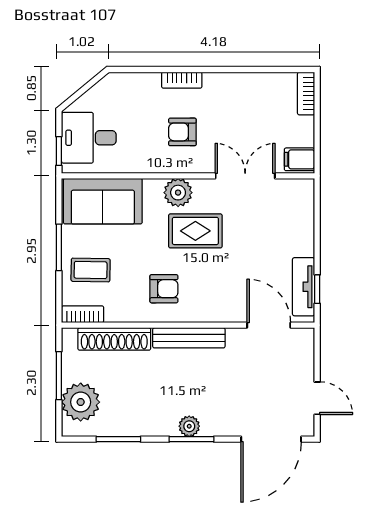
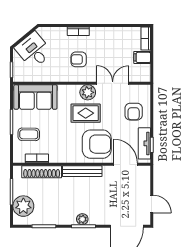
desk: (89, 138) -> (34, 50), moved, turned 50
filing cabinet: (299, 159) -> (142, 57), moved
plant: (178, 193) -> (88, 92), moved
armchair: (284, 228) -> (134, 112), added
armchair: (164, 289) -> (97, 144), moved, width x1.88, depth x1.88
bookcase: (83, 314) -> (37, 158), moved

